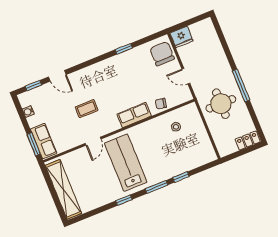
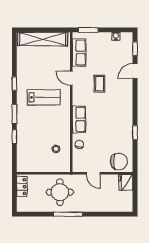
door: (186, 76) -> (93, 173), swing flipped
row of seats: (44, 141) -> (79, 52), moved, turned -90
locker: (248, 141) -> (22, 187), moved
lab bench: (126, 163) -> (44, 97), width x0.73, depth x0.72

